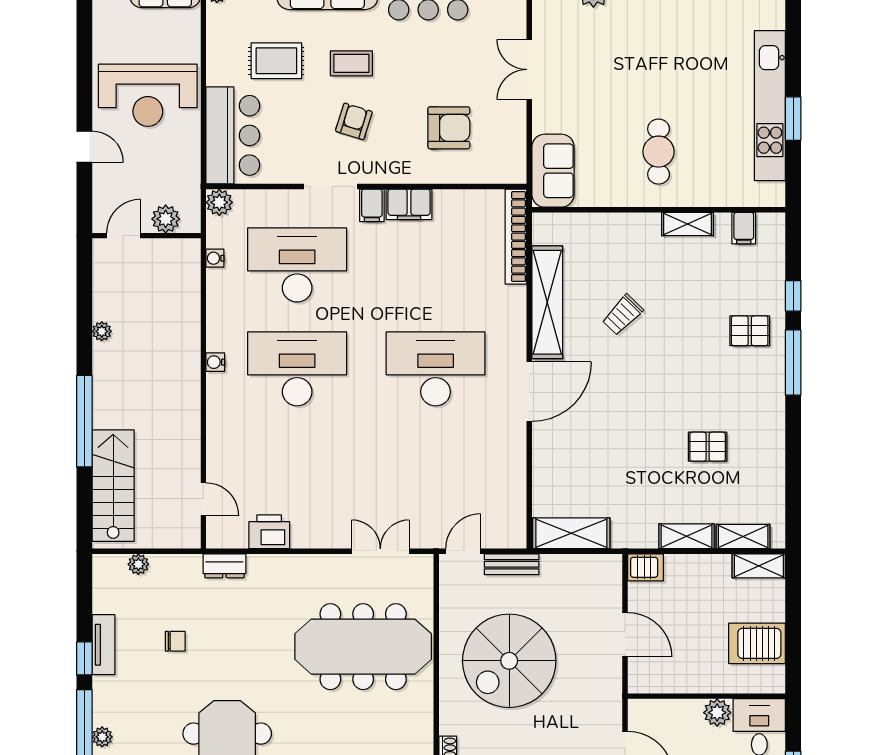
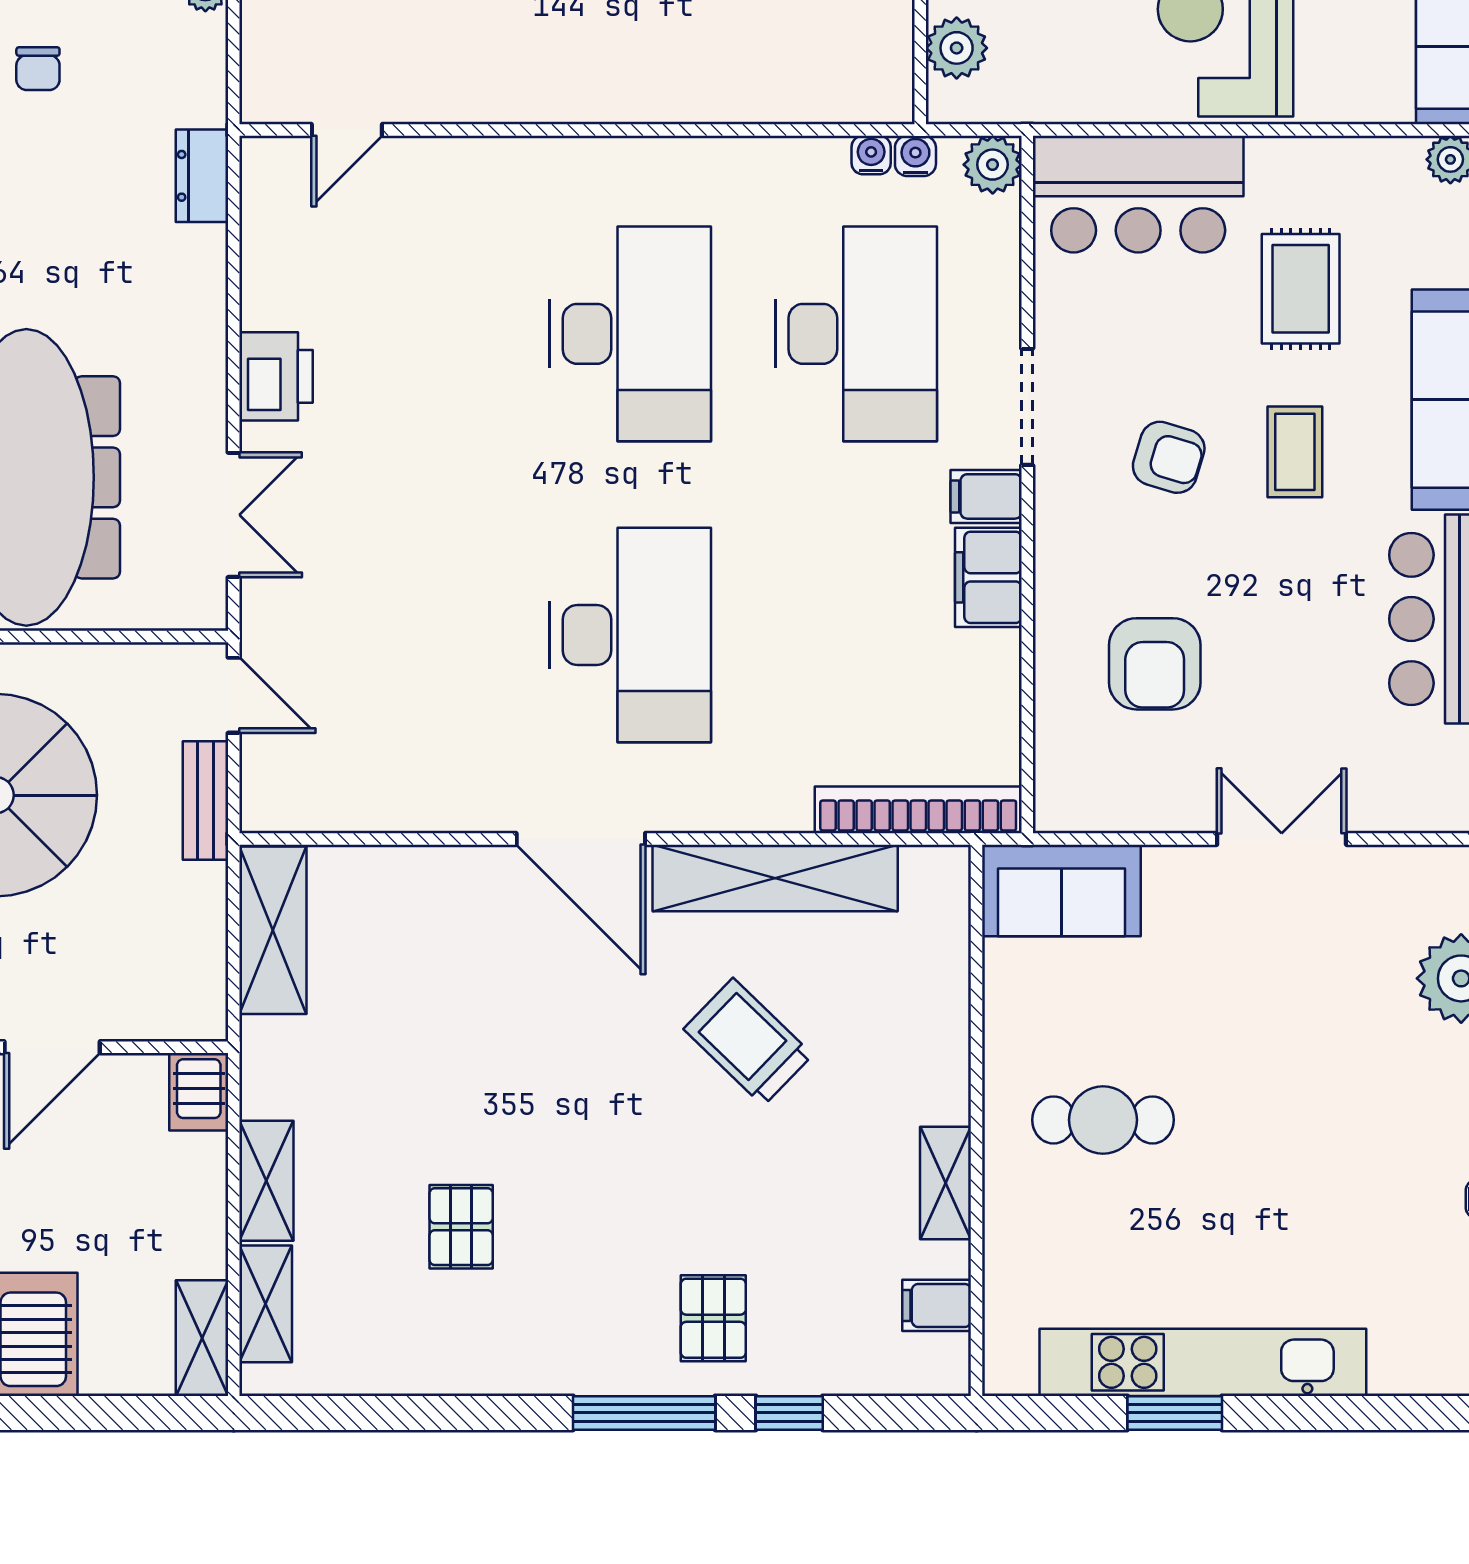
trolley: (623, 315) -> (748, 1042), width x1.36, depth x1.39
water cooler: (215, 362) -> (915, 156), moved
printer: (269, 532) -> (276, 376), moved

